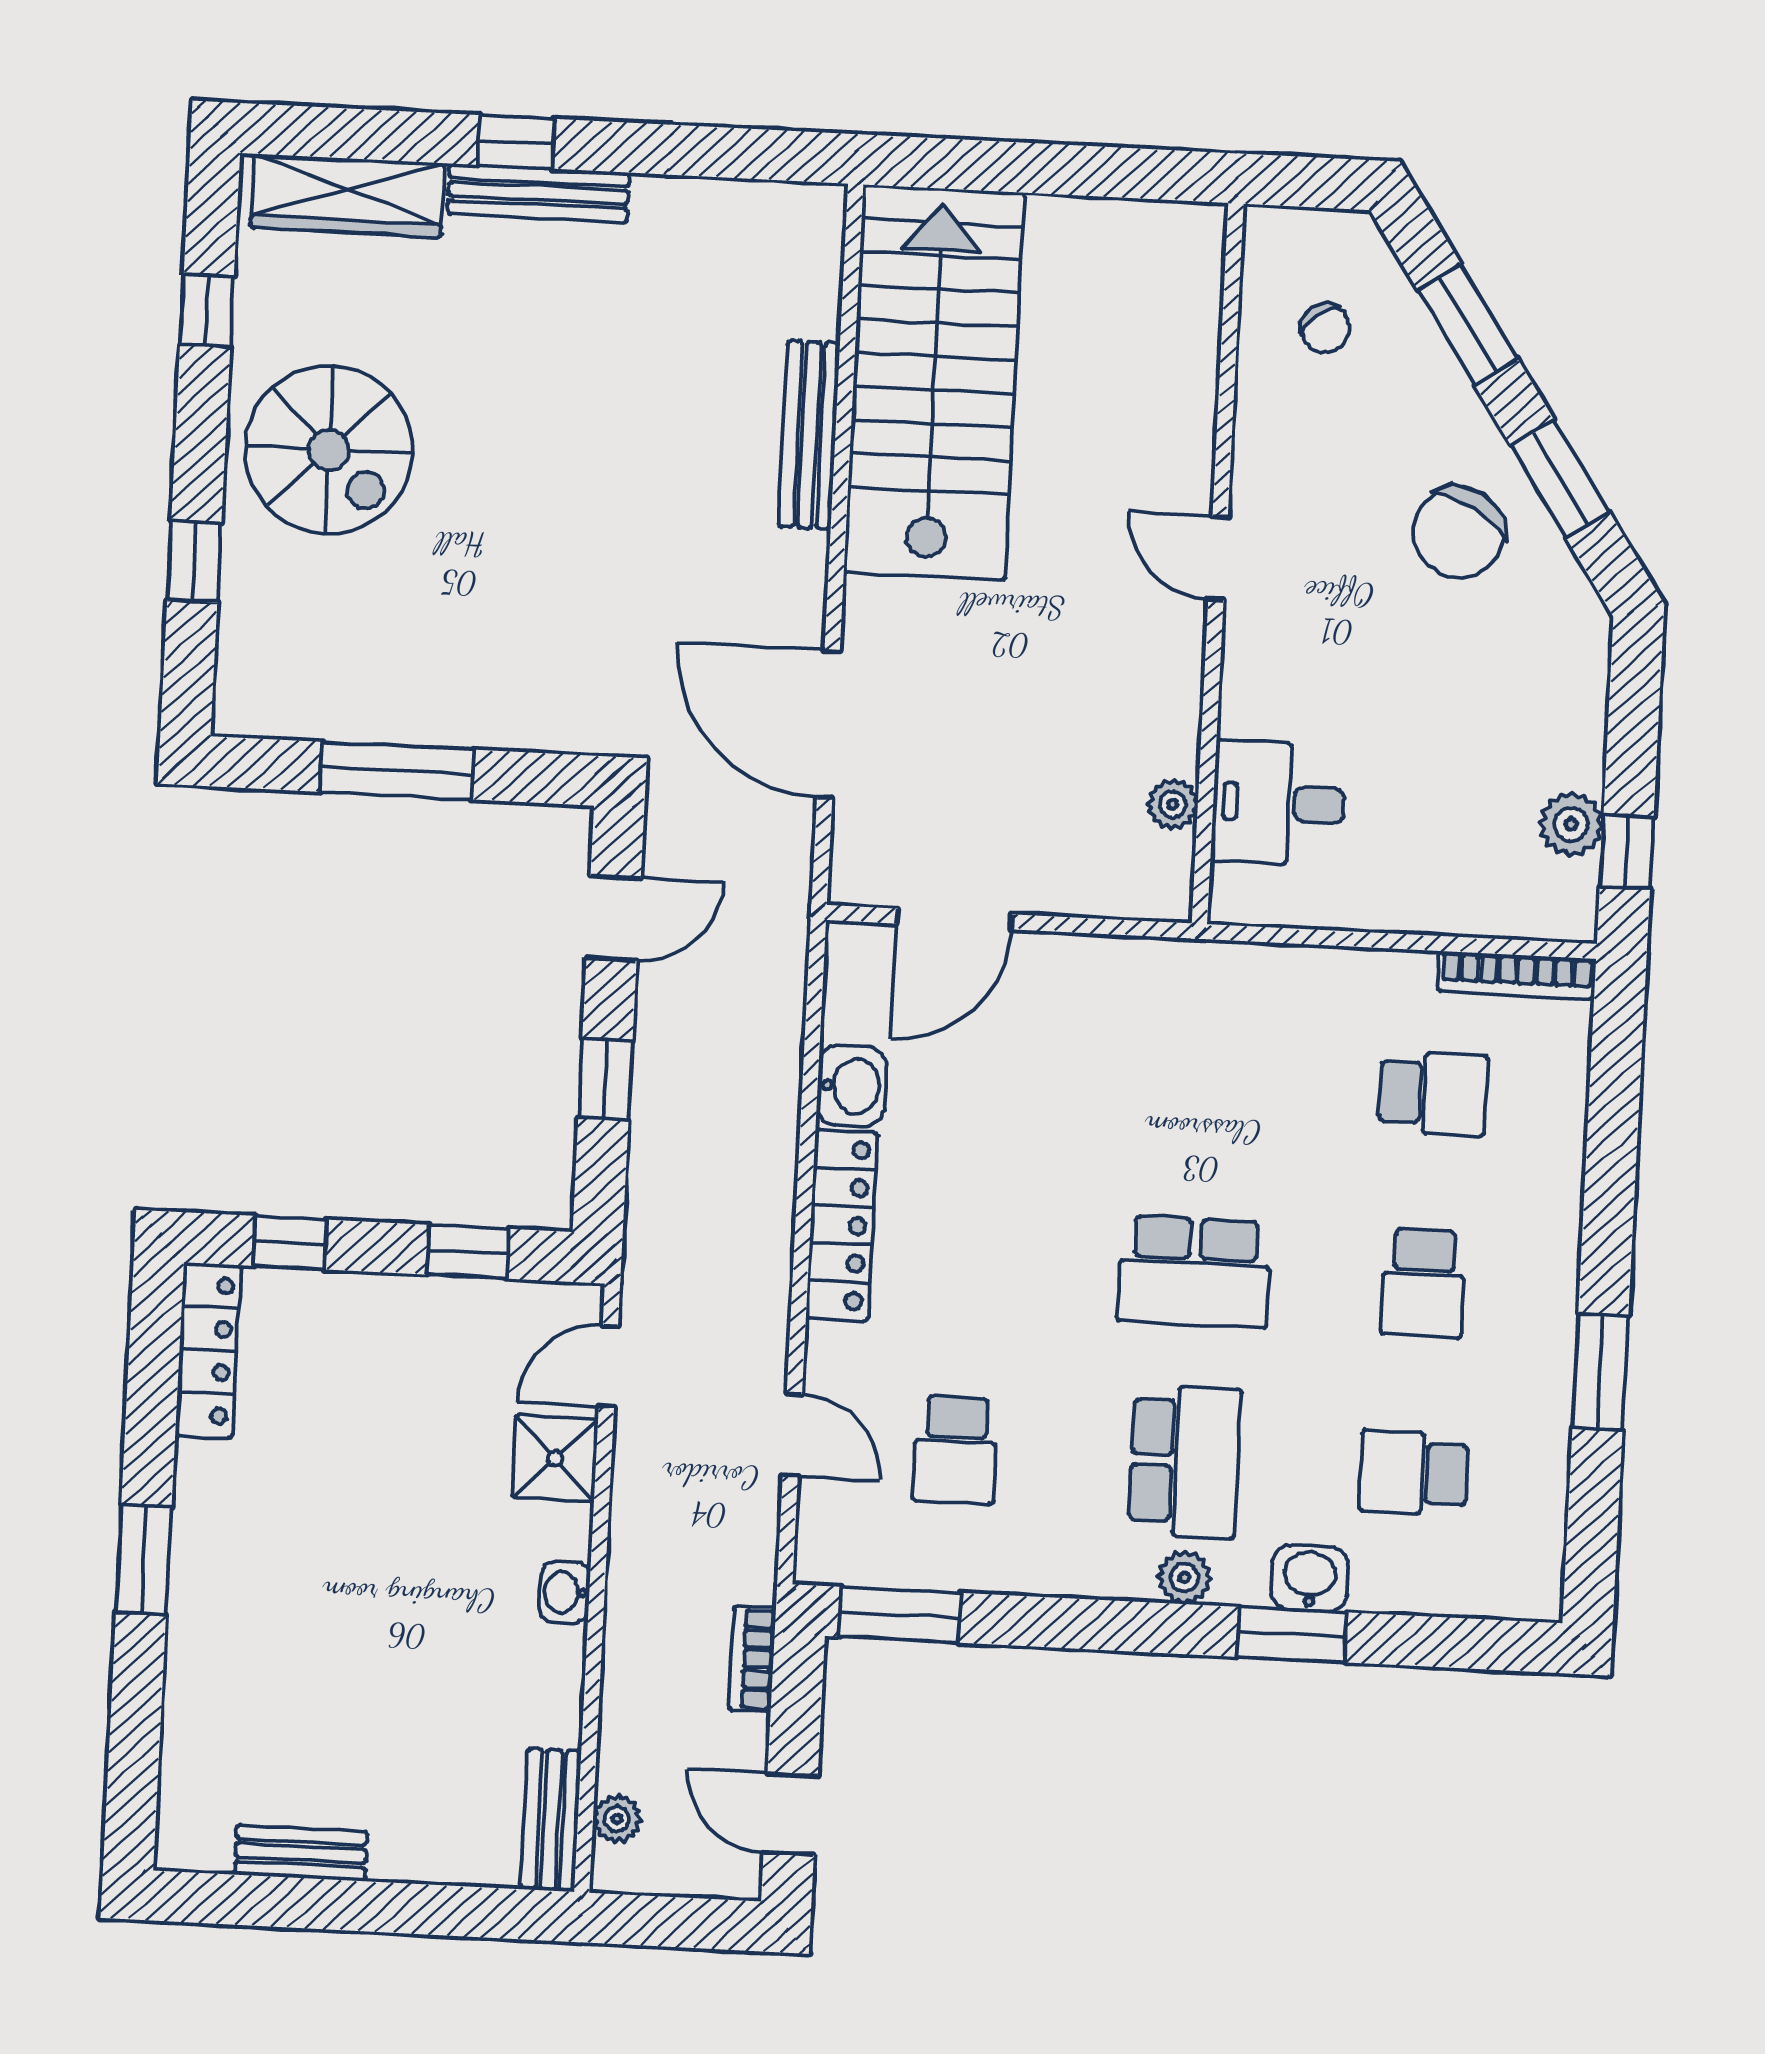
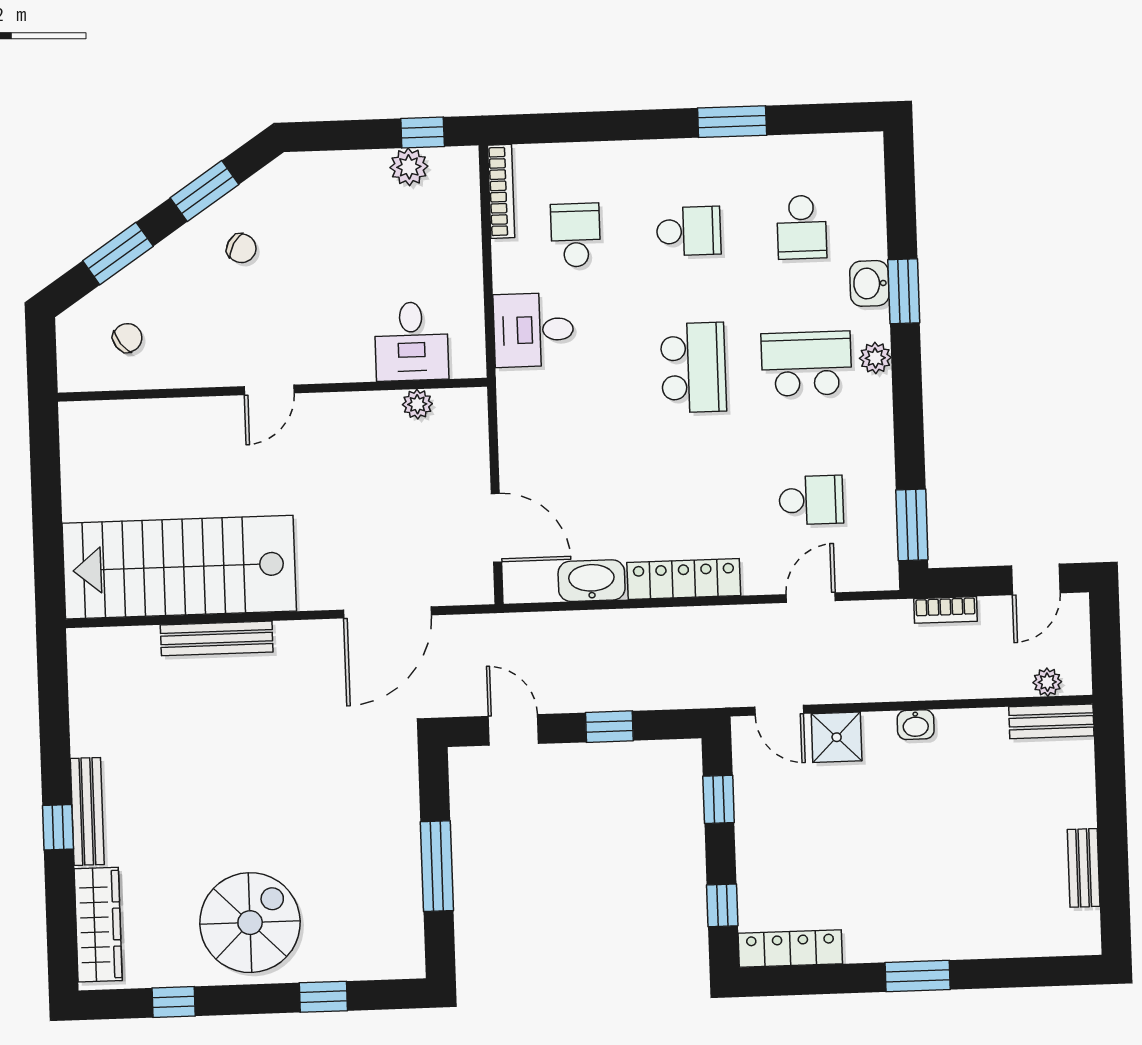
chair: (1459, 532) -> (241, 248), width x0.54, depth x0.54
desk: (1280, 1009) -> (533, 330), added
washbasin: (852, 1086) -> (592, 581), width x1.38

